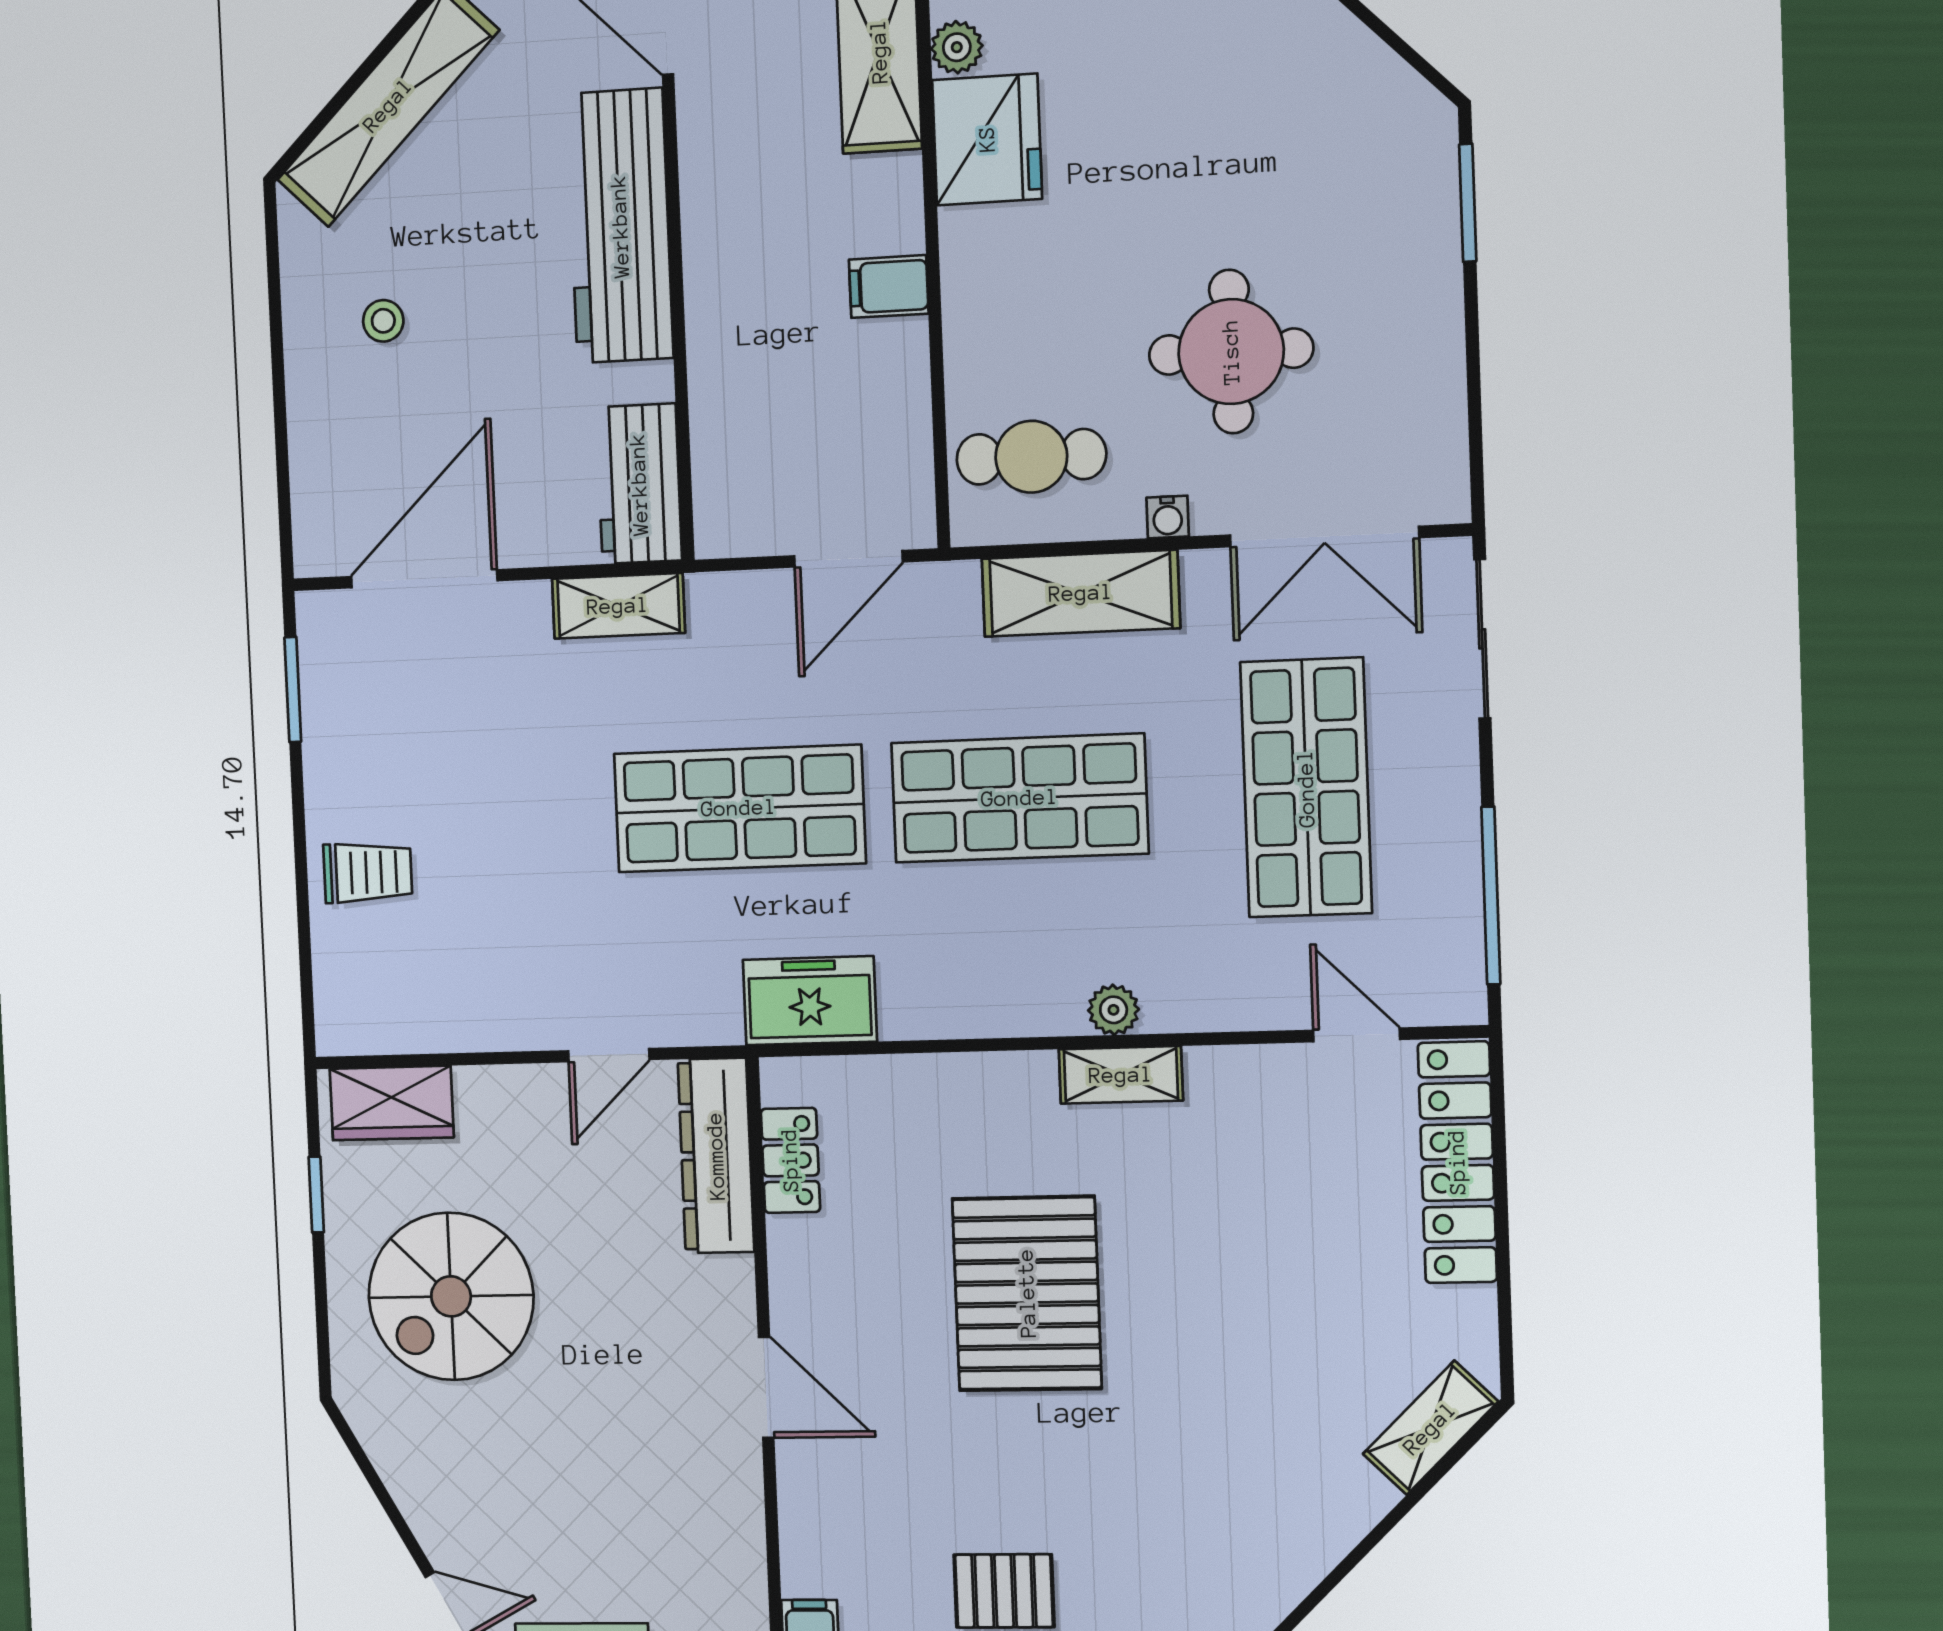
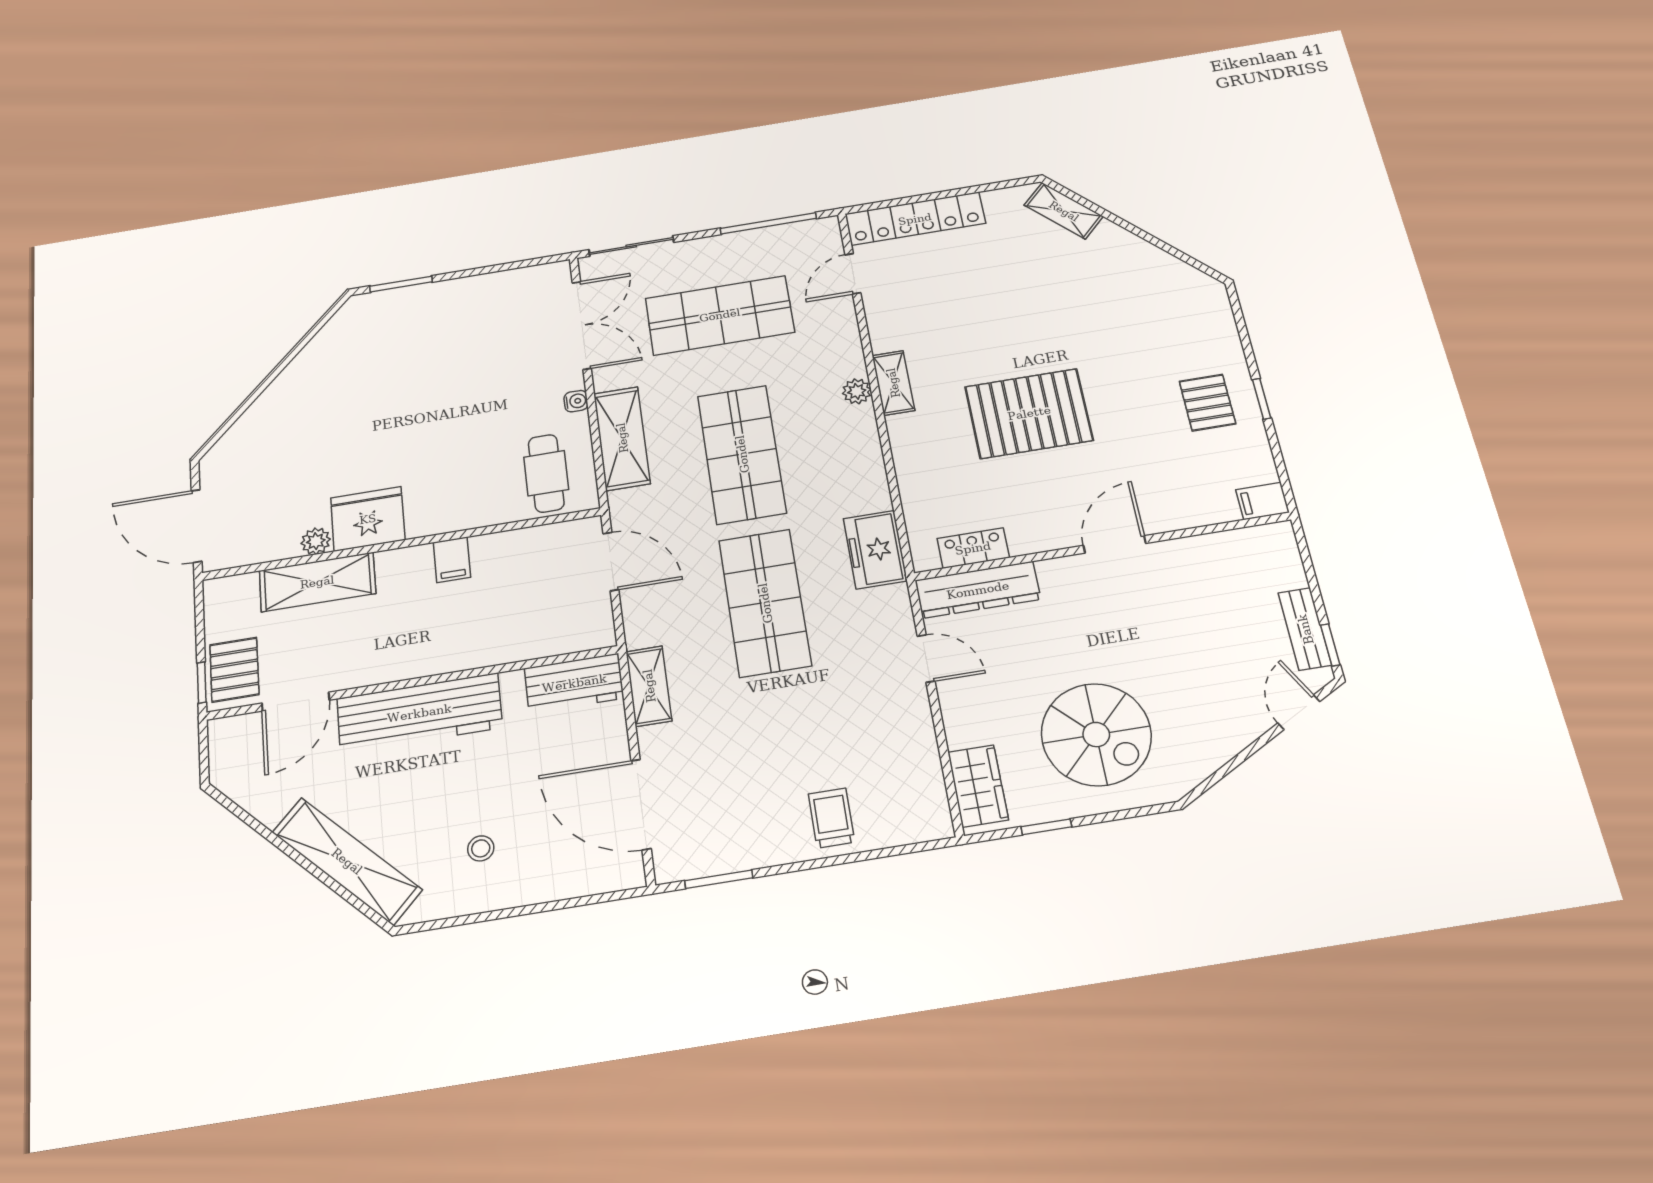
round table: (1231, 352) -> (483, 383), removed

